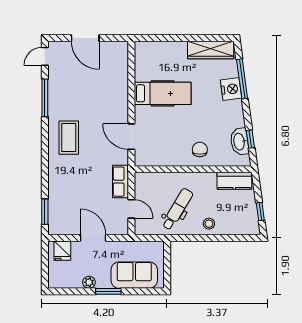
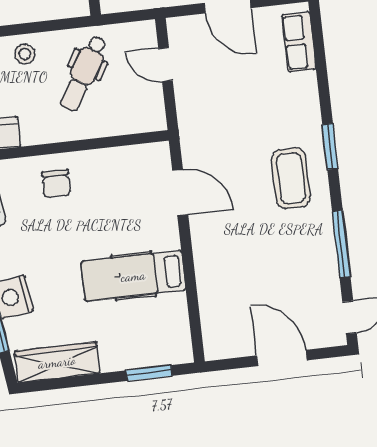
window: (160, 38) -> (149, 373), added
row of seats: (121, 182) -> (299, 42), moved, turned 180
window: (45, 212) -> (330, 147), moved

